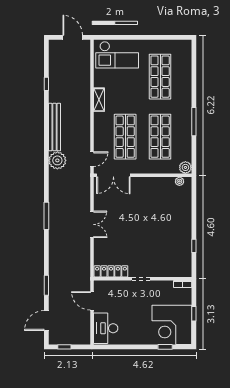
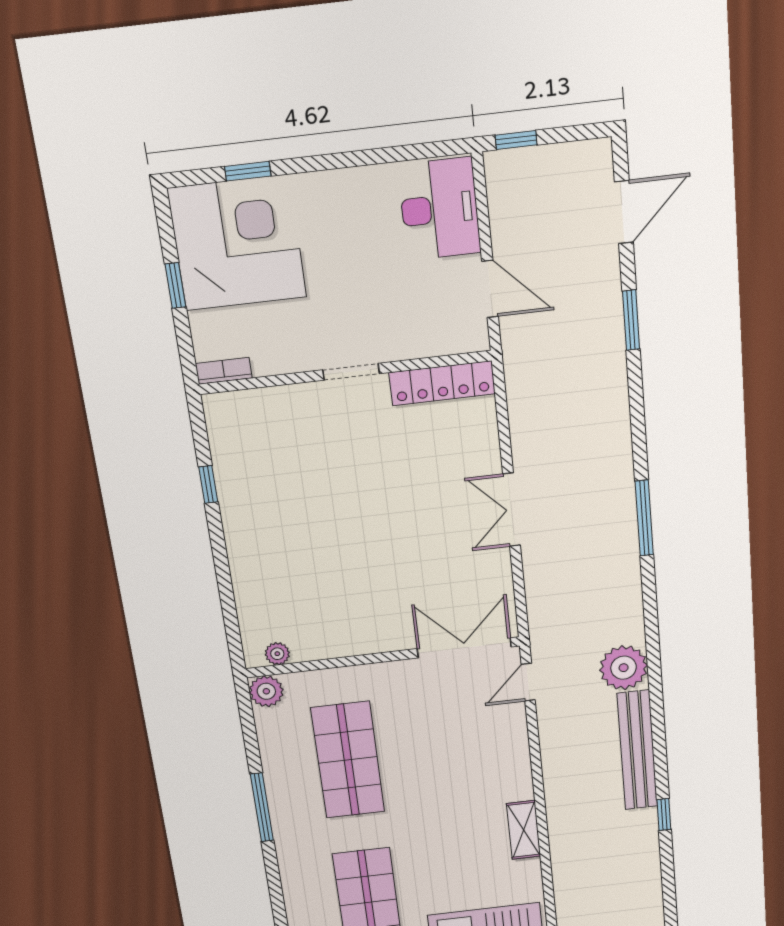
window: (46, 84) -> (664, 814), moved
shop shelf: (125, 137) -> (443, 749), removed
window: (64, 347) -> (516, 140), moved

